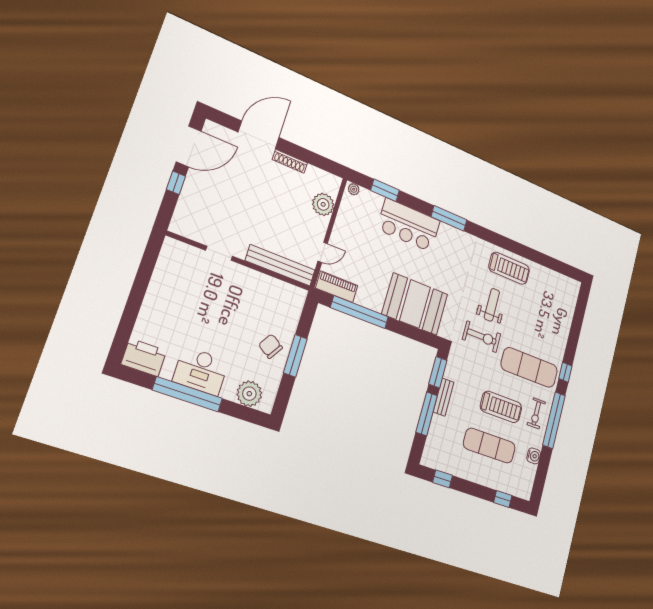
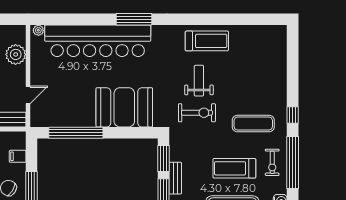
window: (385, 190) -> (67, 19), removed
bar counter: (409, 225) -> (98, 41), width x1.86
piano: (337, 287) -> (49, 119), removed
filing cabinet: (291, 315) -> (18, 156), added
exercise mat: (529, 367) -> (253, 124), width x0.73, depth x0.69
treadmill: (501, 407) -> (234, 168), turned 180

